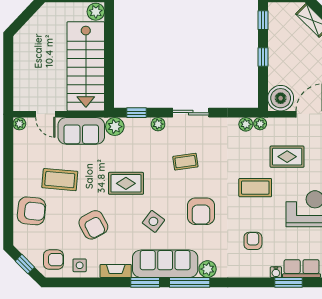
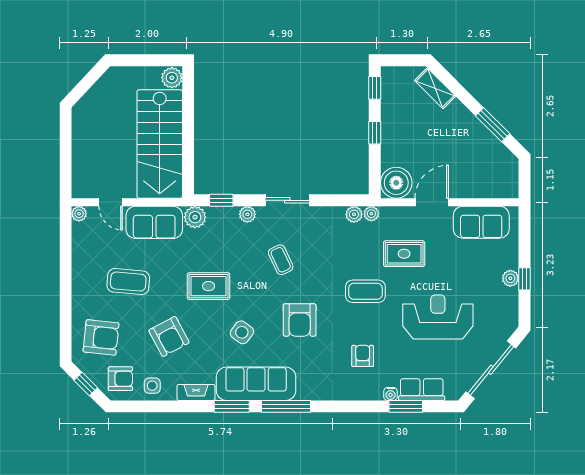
coffee table: (185, 162) -> (281, 260), turned 73
armchair: (31, 211) -> (101, 337), moved
plant: (208, 269) -> (308, 390), removed

